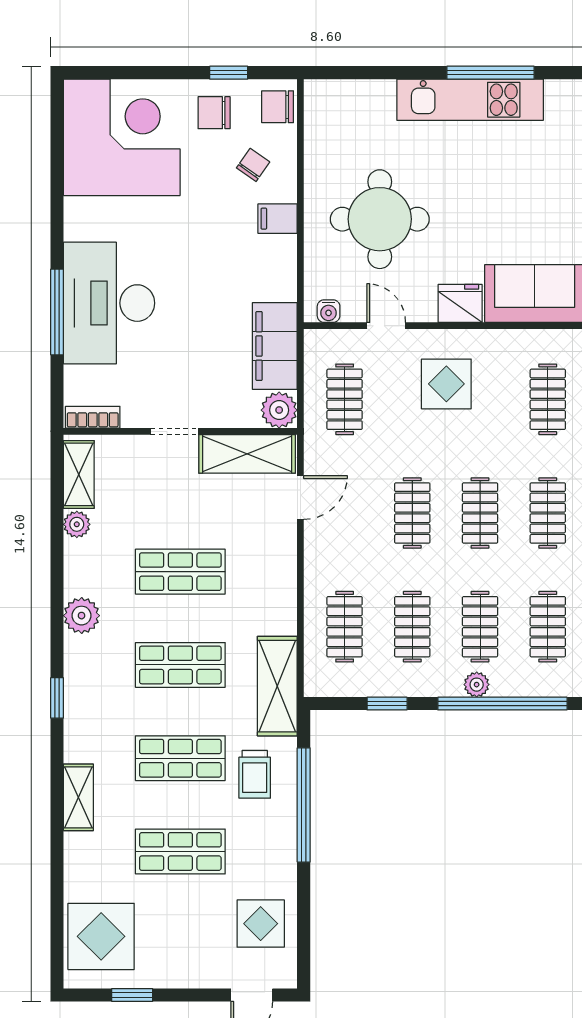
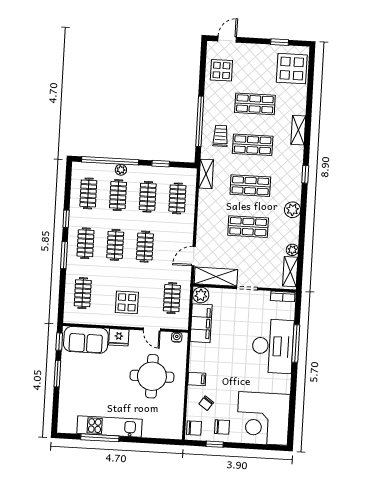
shelving: (277, 686) -> (206, 174), width x0.67, depth x0.75

